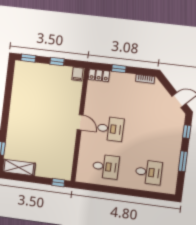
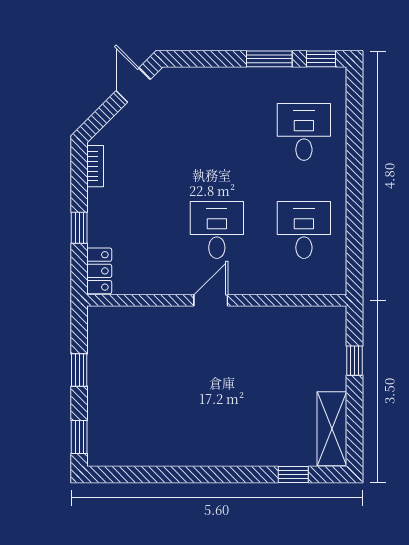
filing cabinet: (78, 74) -> (102, 320), removed
window: (187, 132) -> (321, 59), moved
window: (58, 183) -> (355, 361), moved

